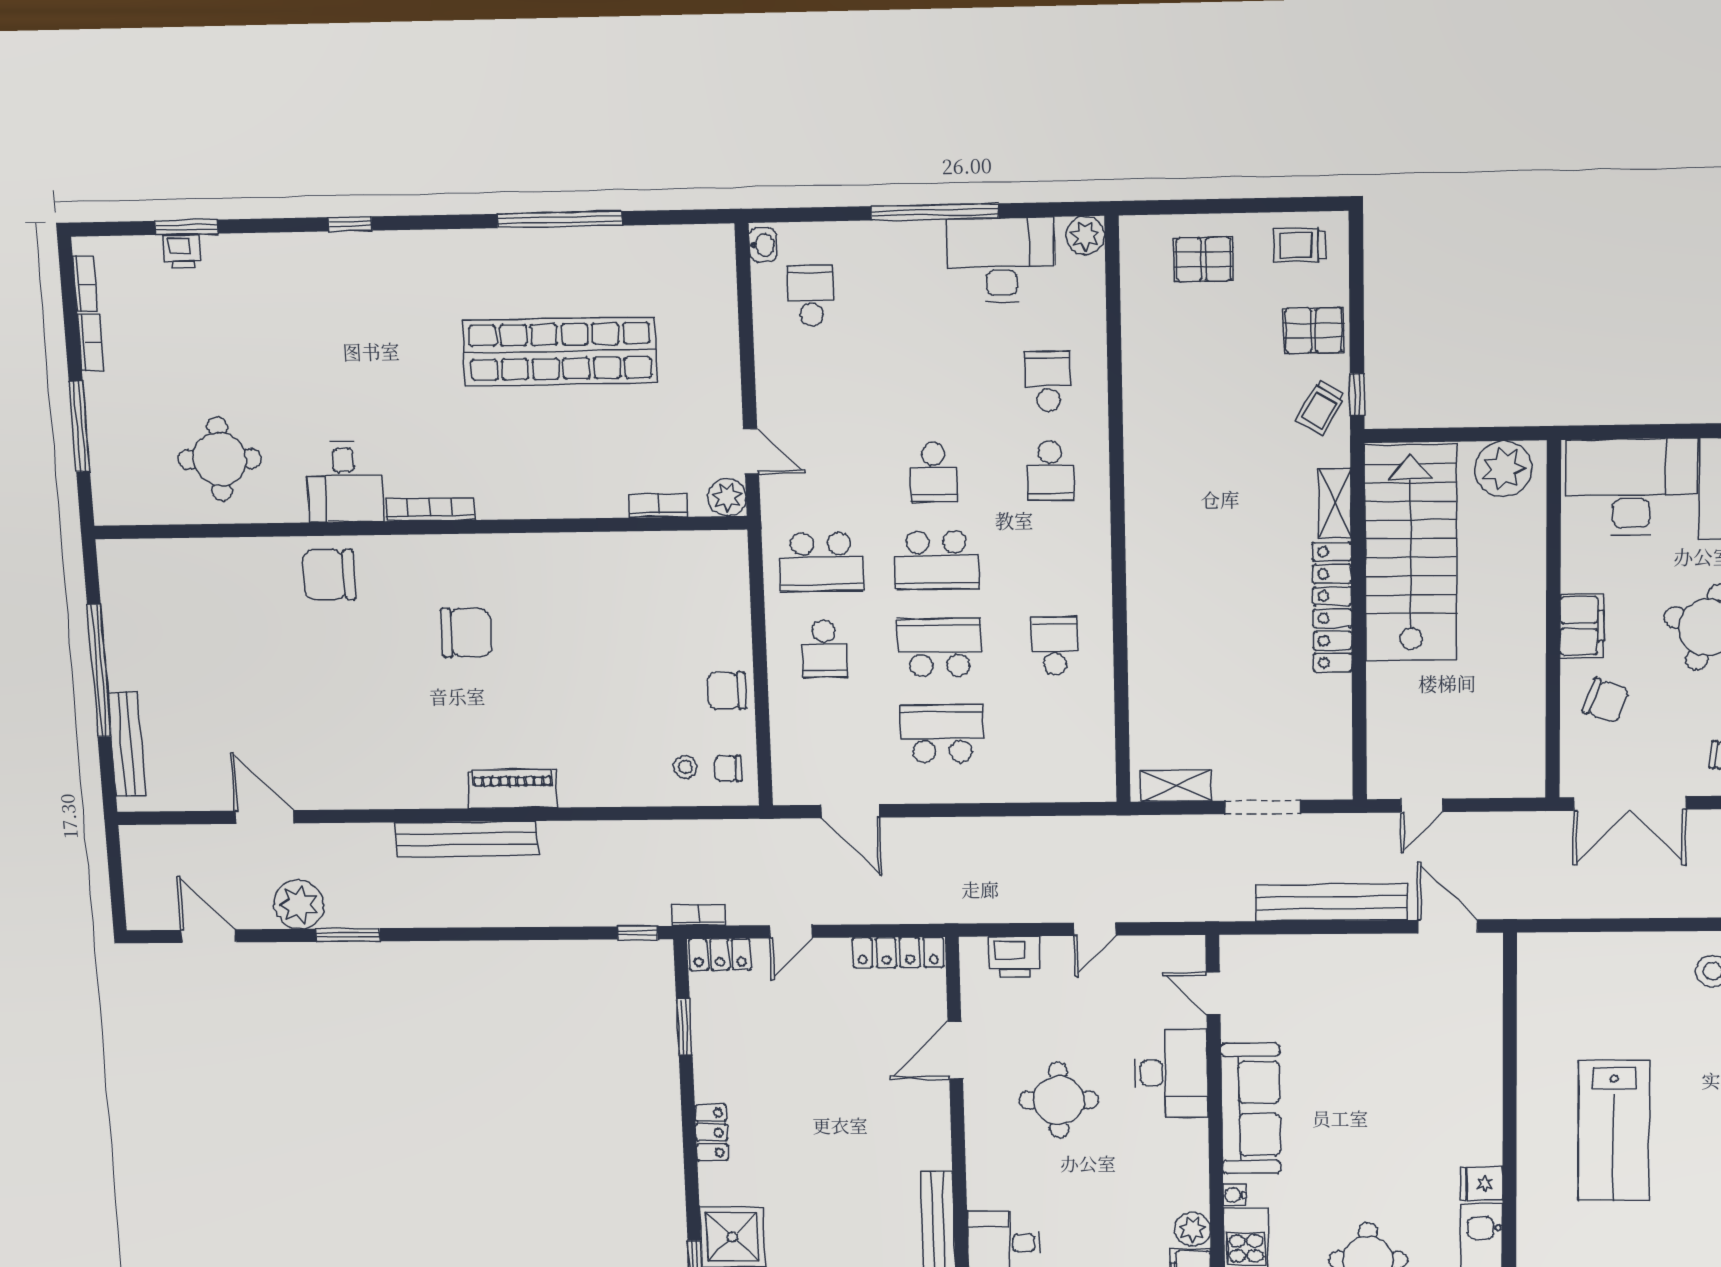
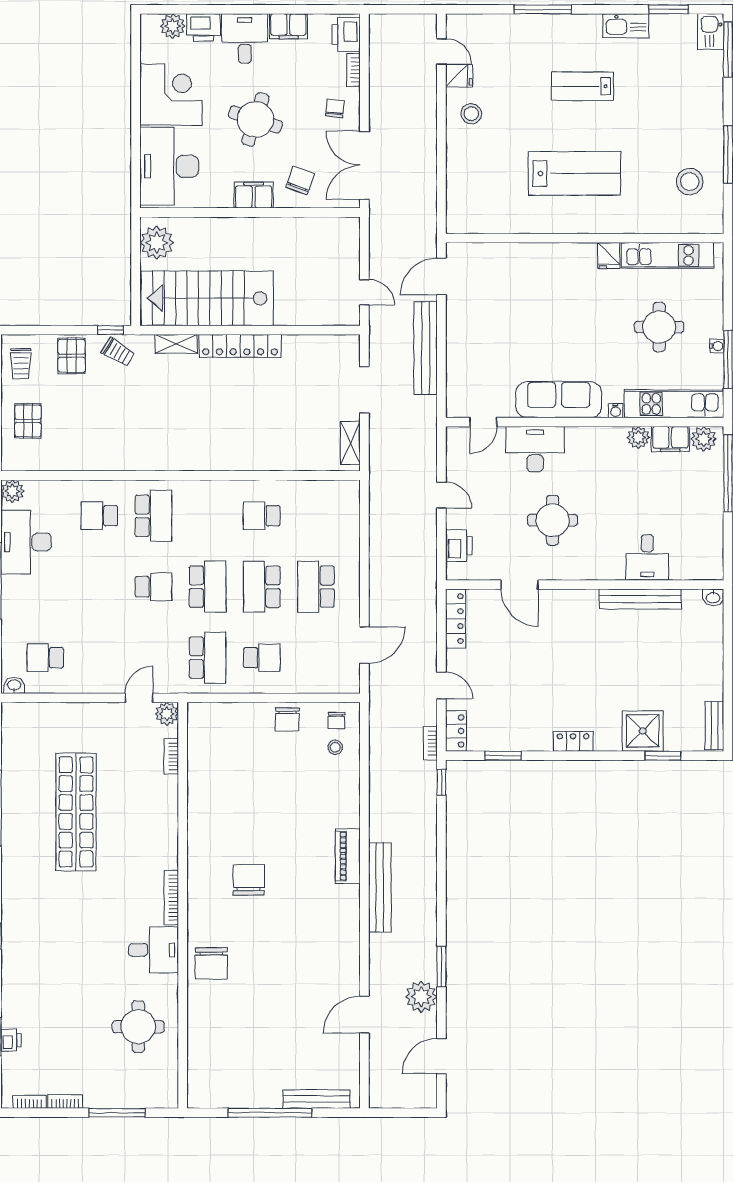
school desk: (1050, 470) -> (153, 516), width x1.85
double door: (1630, 803) -> (364, 165), swing flipped

